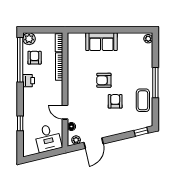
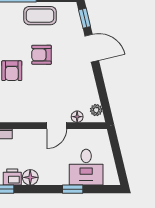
floor lamp: (28, 93) -> (30, 177), added
desk: (48, 138) -> (86, 167), moved, turned 103
door: (94, 143) -> (92, 48), moved

